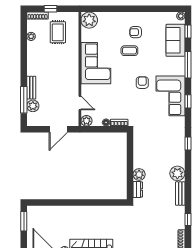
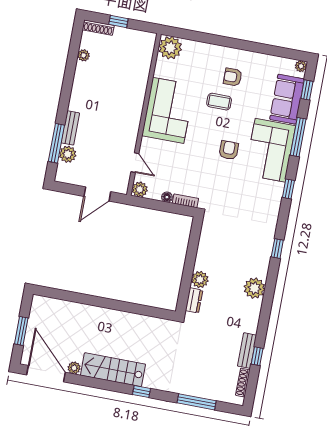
rug: (58, 32) -> (122, 57), removed
corner sofa: (171, 96) -> (270, 150), moved
bench: (180, 194) -> (247, 351), moved
window: (24, 221) -> (21, 331), moved

